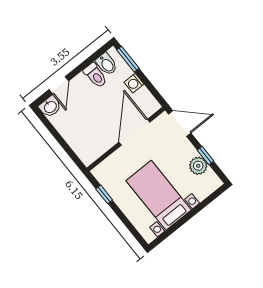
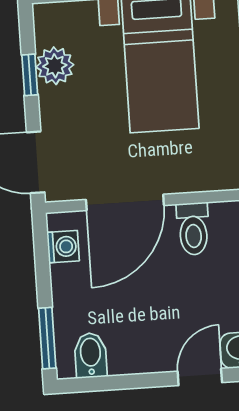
toilet: (95, 75) -> (193, 229), moved, turned 180
washing machine: (134, 83) -> (63, 247), moved

